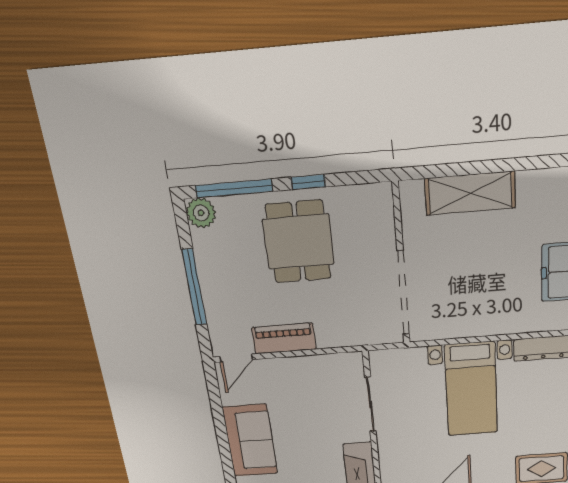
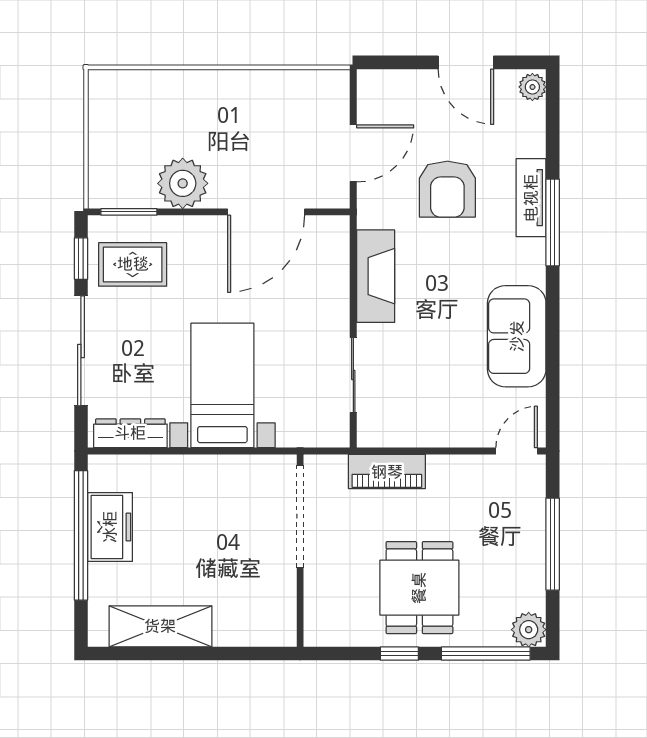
shelving: (470, 193) -> (160, 626), moved
piano: (284, 338) -> (387, 472), moved

